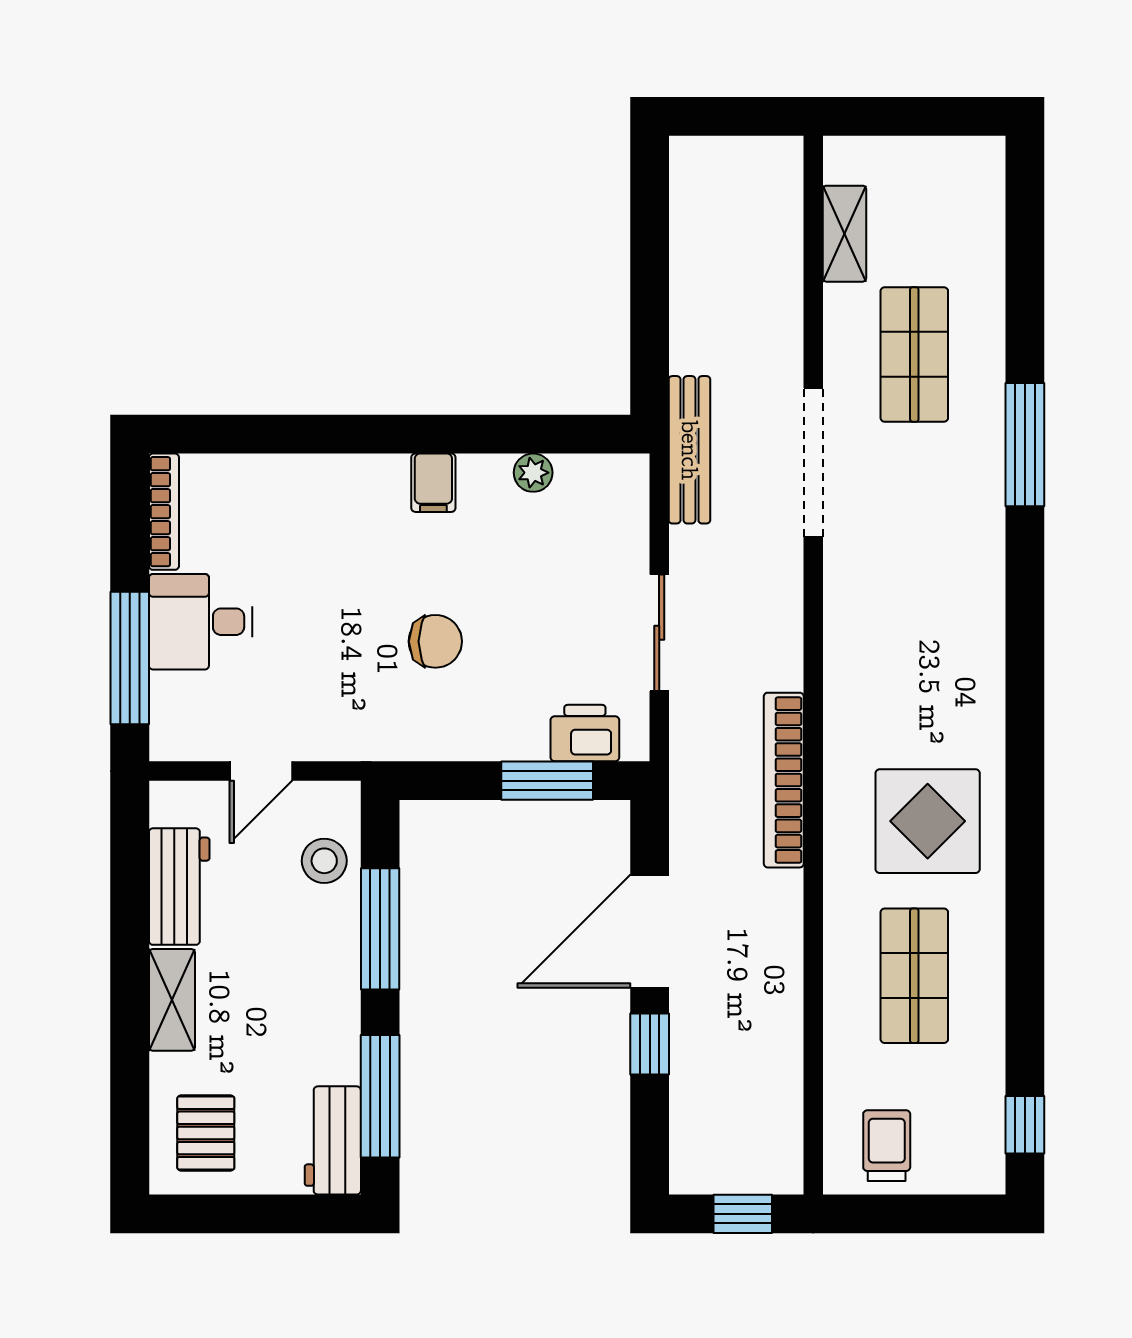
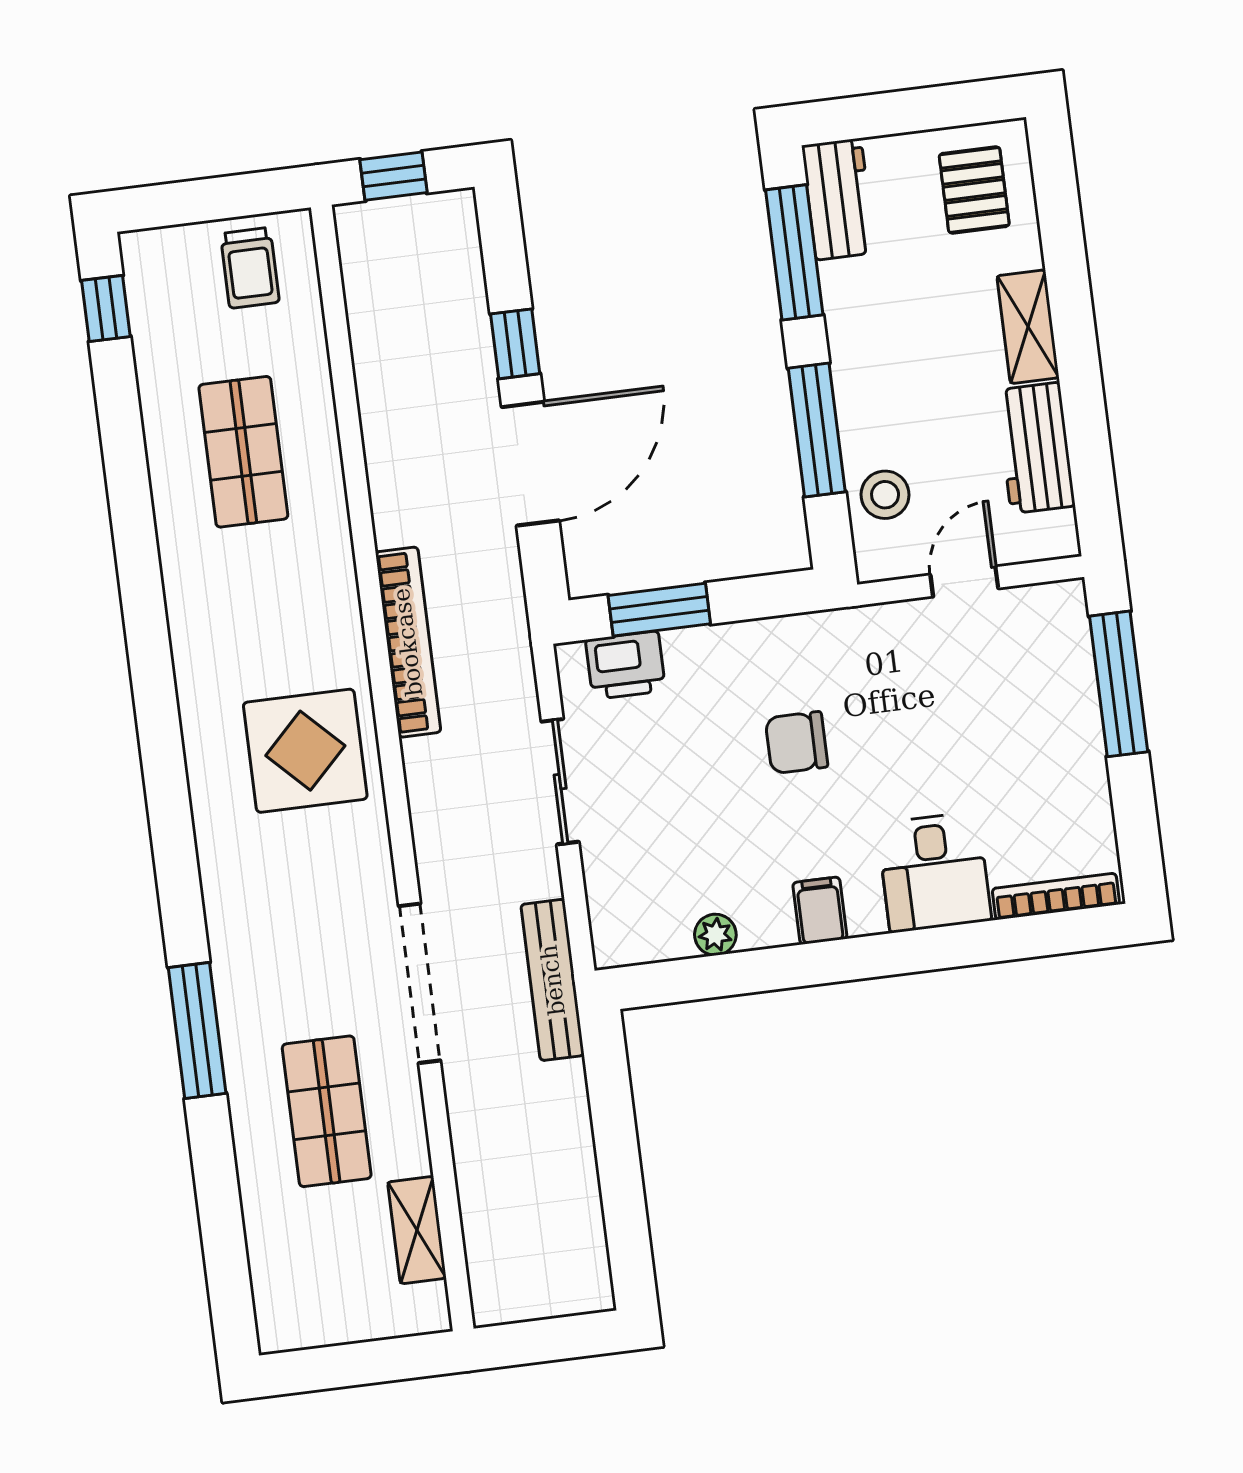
bookcase: (164, 512) -> (1056, 896), moved, turned 90
desk: (201, 622) -> (934, 872), moved, turned 90
display table: (928, 821) -> (305, 751), moved

